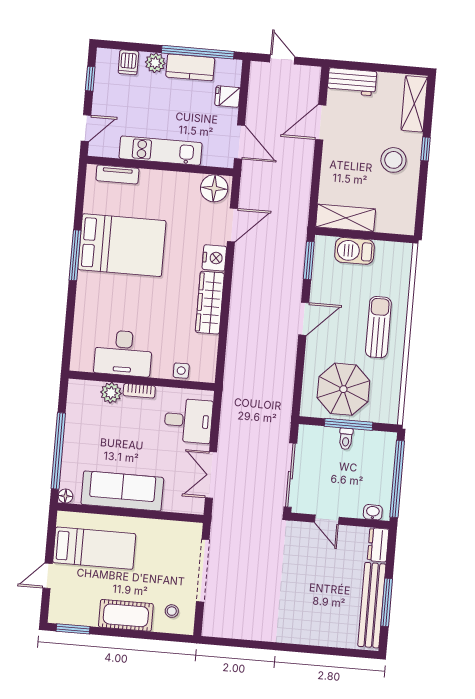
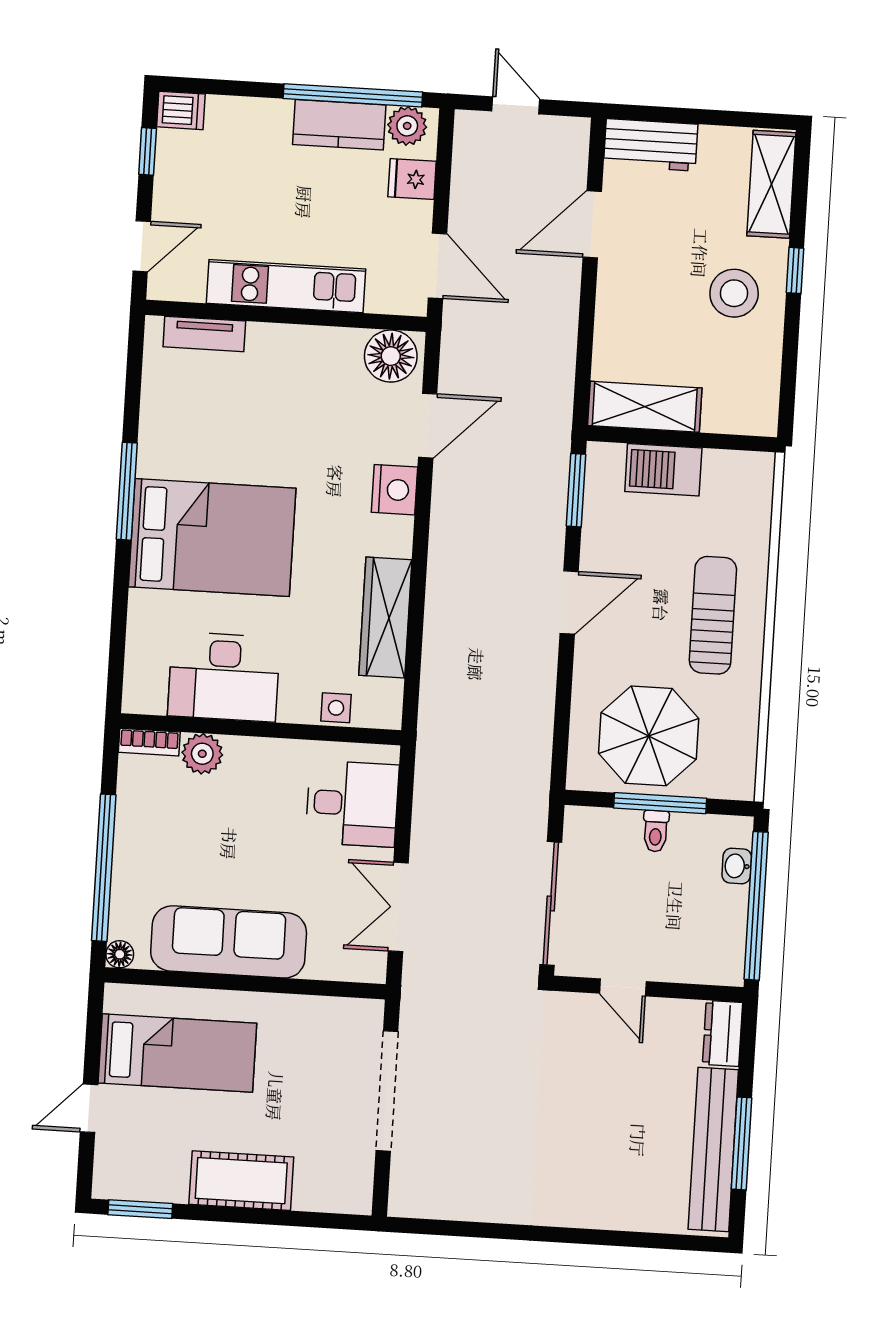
dishwasher: (128, 62) -> (181, 110), moved, turned -90
plant: (155, 63) -> (407, 126), moved
bed: (122, 245) -> (212, 538), moved
wardrobe: (210, 303) -> (385, 618), moved
bookcase: (139, 391) -> (149, 742), moved
washbasin: (373, 512) -> (737, 866), moved, turned -90
stool: (172, 611) -> (329, 1170), removed

